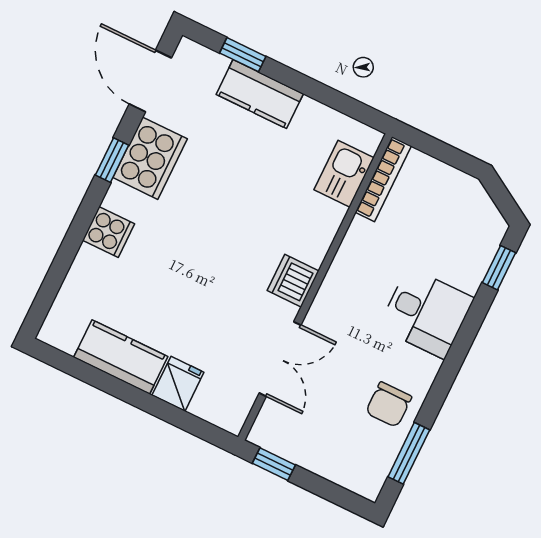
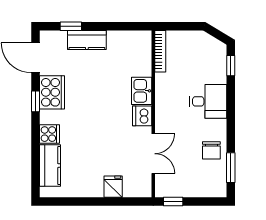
kitchen sink: (344, 174) -> (142, 91), moved
kitchen counter: (121, 357) -> (50, 166), moved, turned 90

